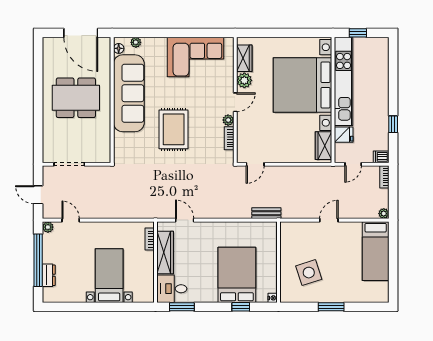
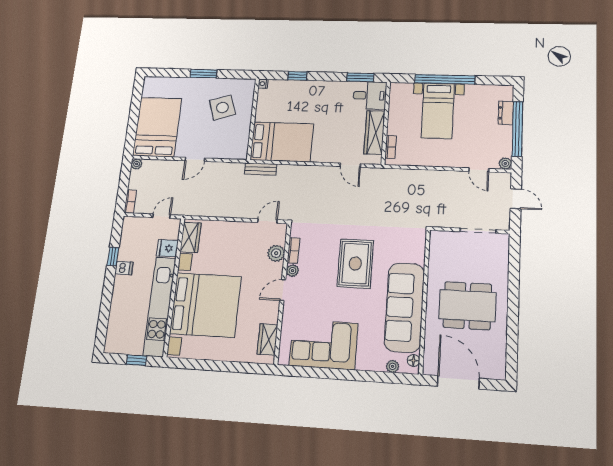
plant: (244, 80) -> (276, 253), moved
dishwasher: (381, 157) -> (124, 268), moved
bed: (376, 251) -> (157, 127), width x1.50
bed: (237, 275) -> (282, 142), moved, turned -90
window: (104, 307) -> (445, 79), added

